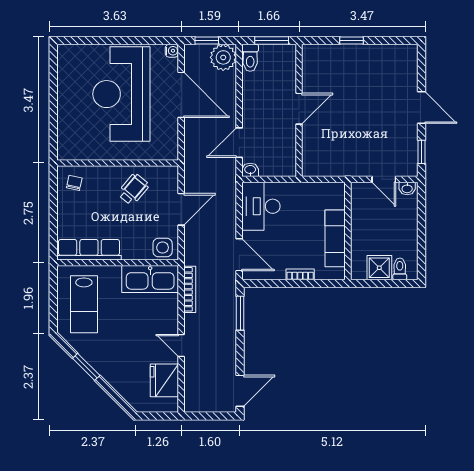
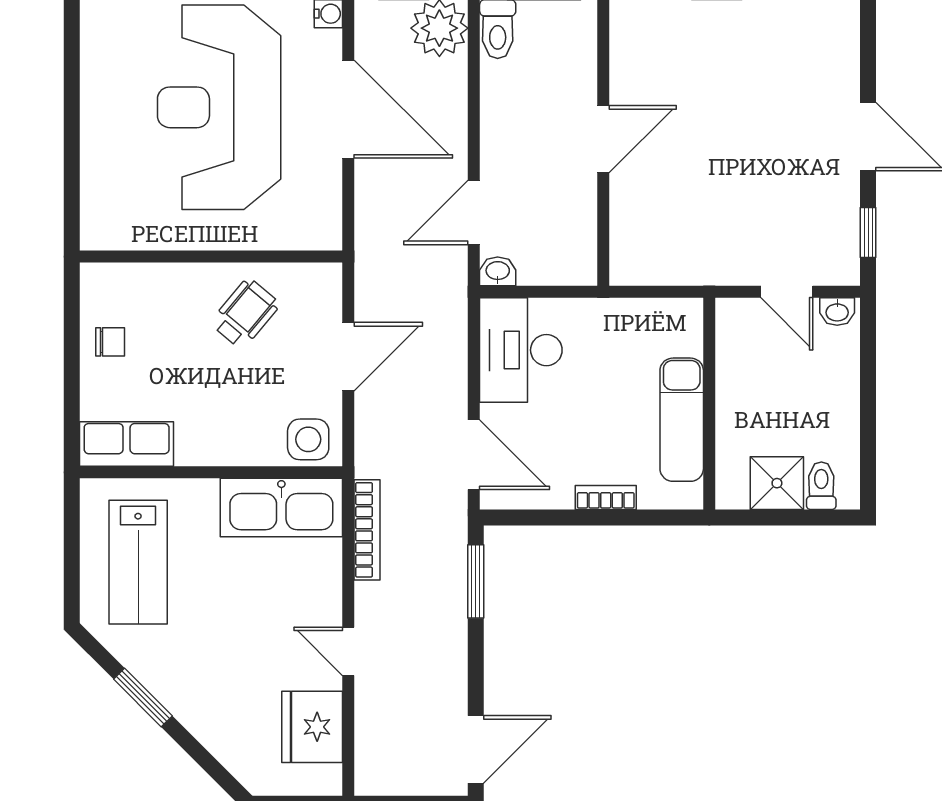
chair: (74, 183) -> (110, 342), moved, turned 78
row of seats: (89, 250) -> (127, 444), width x0.68

